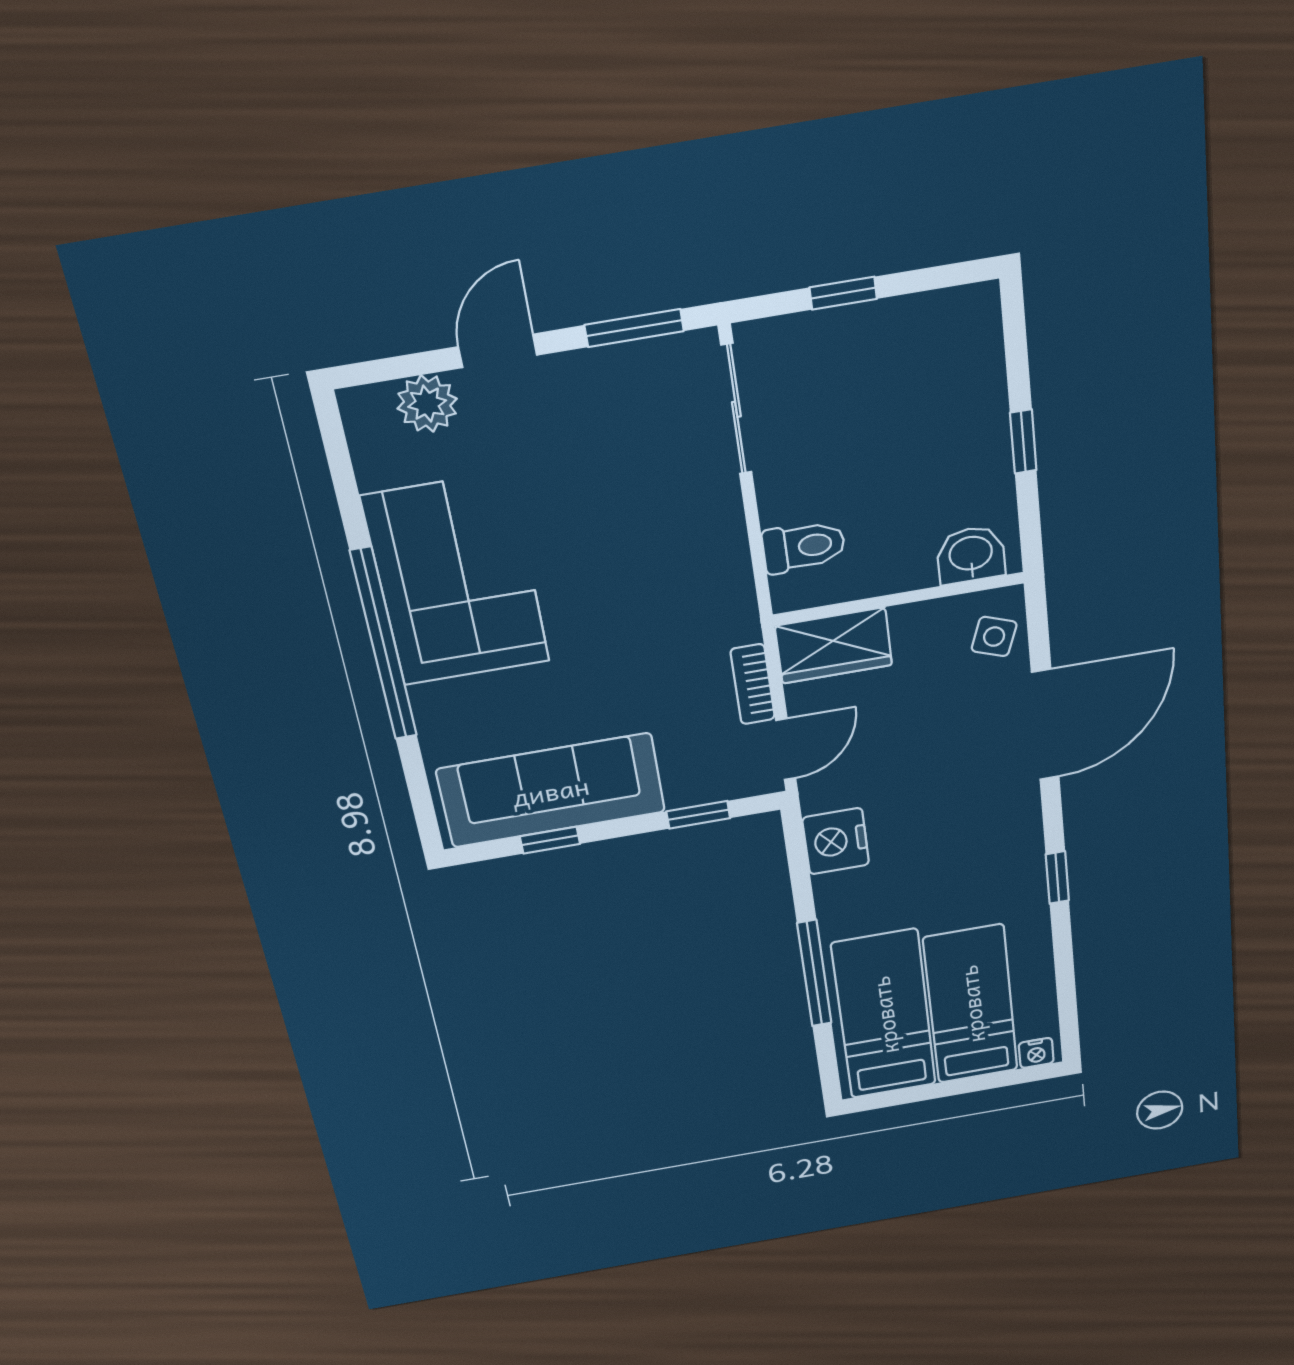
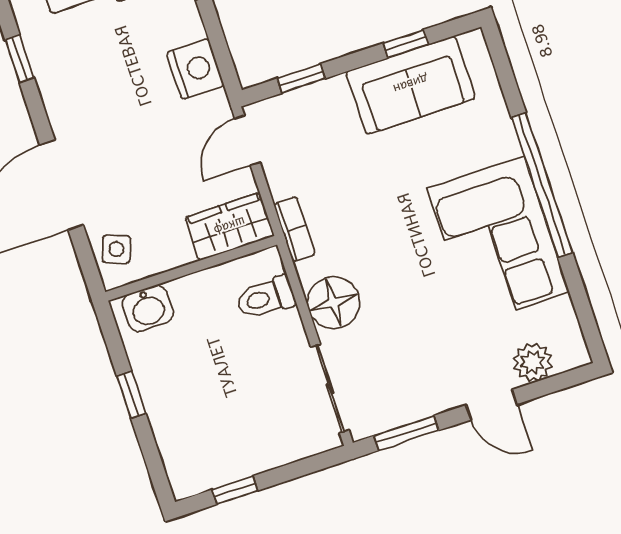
window: (843, 293) -> (235, 490), moved
door: (498, 351) -> (492, 405), hinge flipped
floor lamp: (709, 527) -> (333, 303), added
bookcase: (753, 684) -> (294, 229), moved
sofa: (551, 791) -> (411, 85), width x0.73

